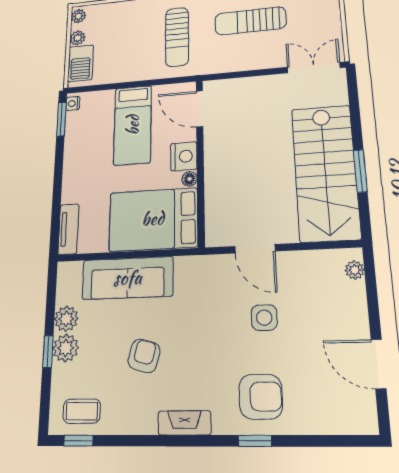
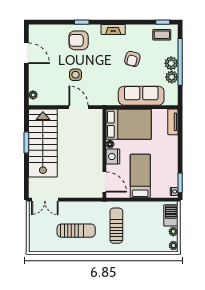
window: (48, 351) -> (180, 62), width x3.17

